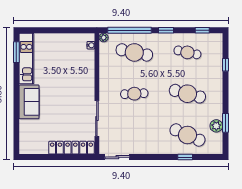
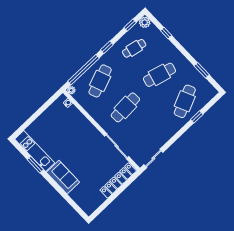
window: (16, 52) -> (35, 165), moved
cafe table: (134, 52) -> (100, 81), turned -33
cafe table: (134, 94) -> (125, 107), width x1.37, depth x1.35
plant: (216, 126) -> (145, 22), moved
cafe table: (187, 135) -> (185, 101), turned -48

